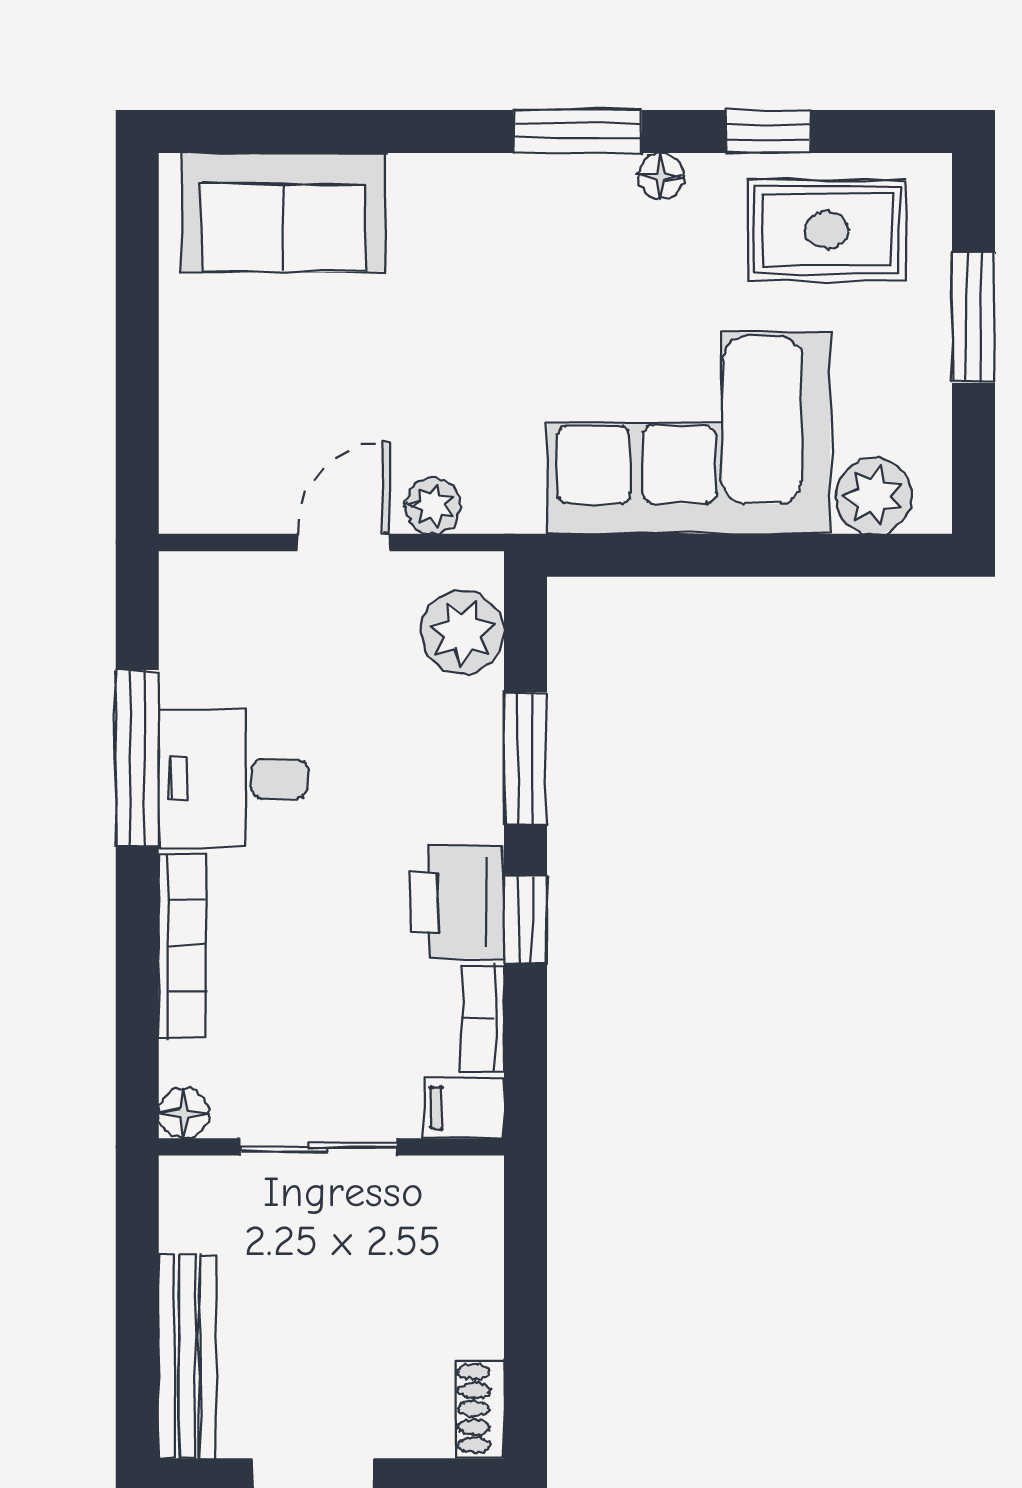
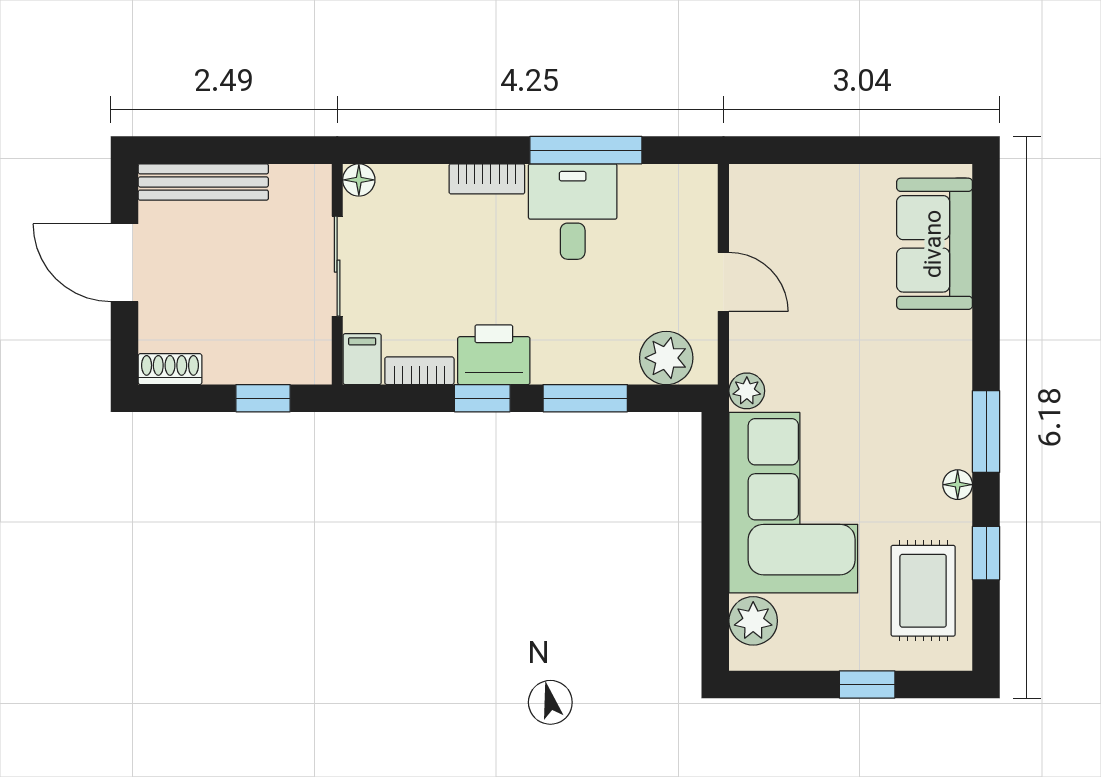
window: (973, 318) -> (867, 684), width x0.67
plant: (433, 506) -> (747, 391), moved
bookcase: (182, 946) -> (487, 179), width x0.64
window: (525, 1263) -> (263, 398), added

